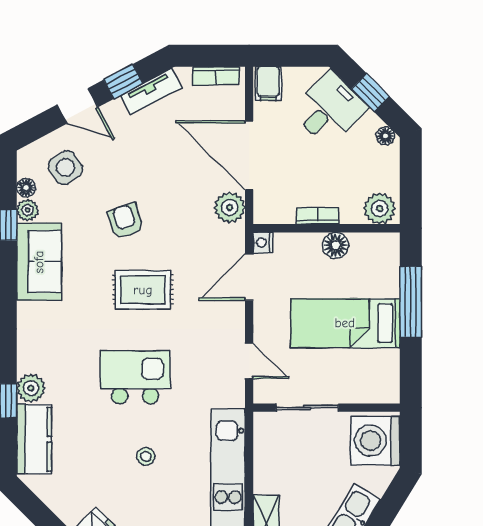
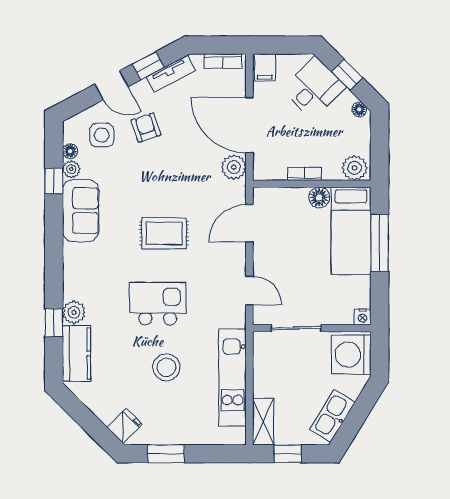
side table: (65, 168) -> (102, 135), turned 33
armchair: (125, 221) -> (146, 128), moved
nightstand: (263, 243) -> (362, 317), moved, turned -90
bed: (345, 323) -> (351, 231), moved, turned -90
stool: (146, 456) -> (166, 367), width x1.89, depth x1.89

